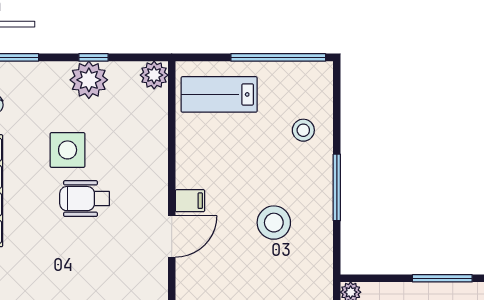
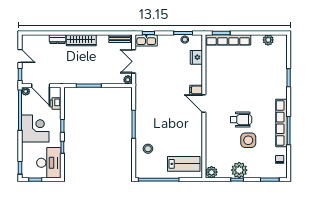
filing cabinet: (190, 201) -> (196, 90), moved
stool: (274, 223) -> (160, 109), removed
door: (172, 236) -> (204, 103), hinge flipped

